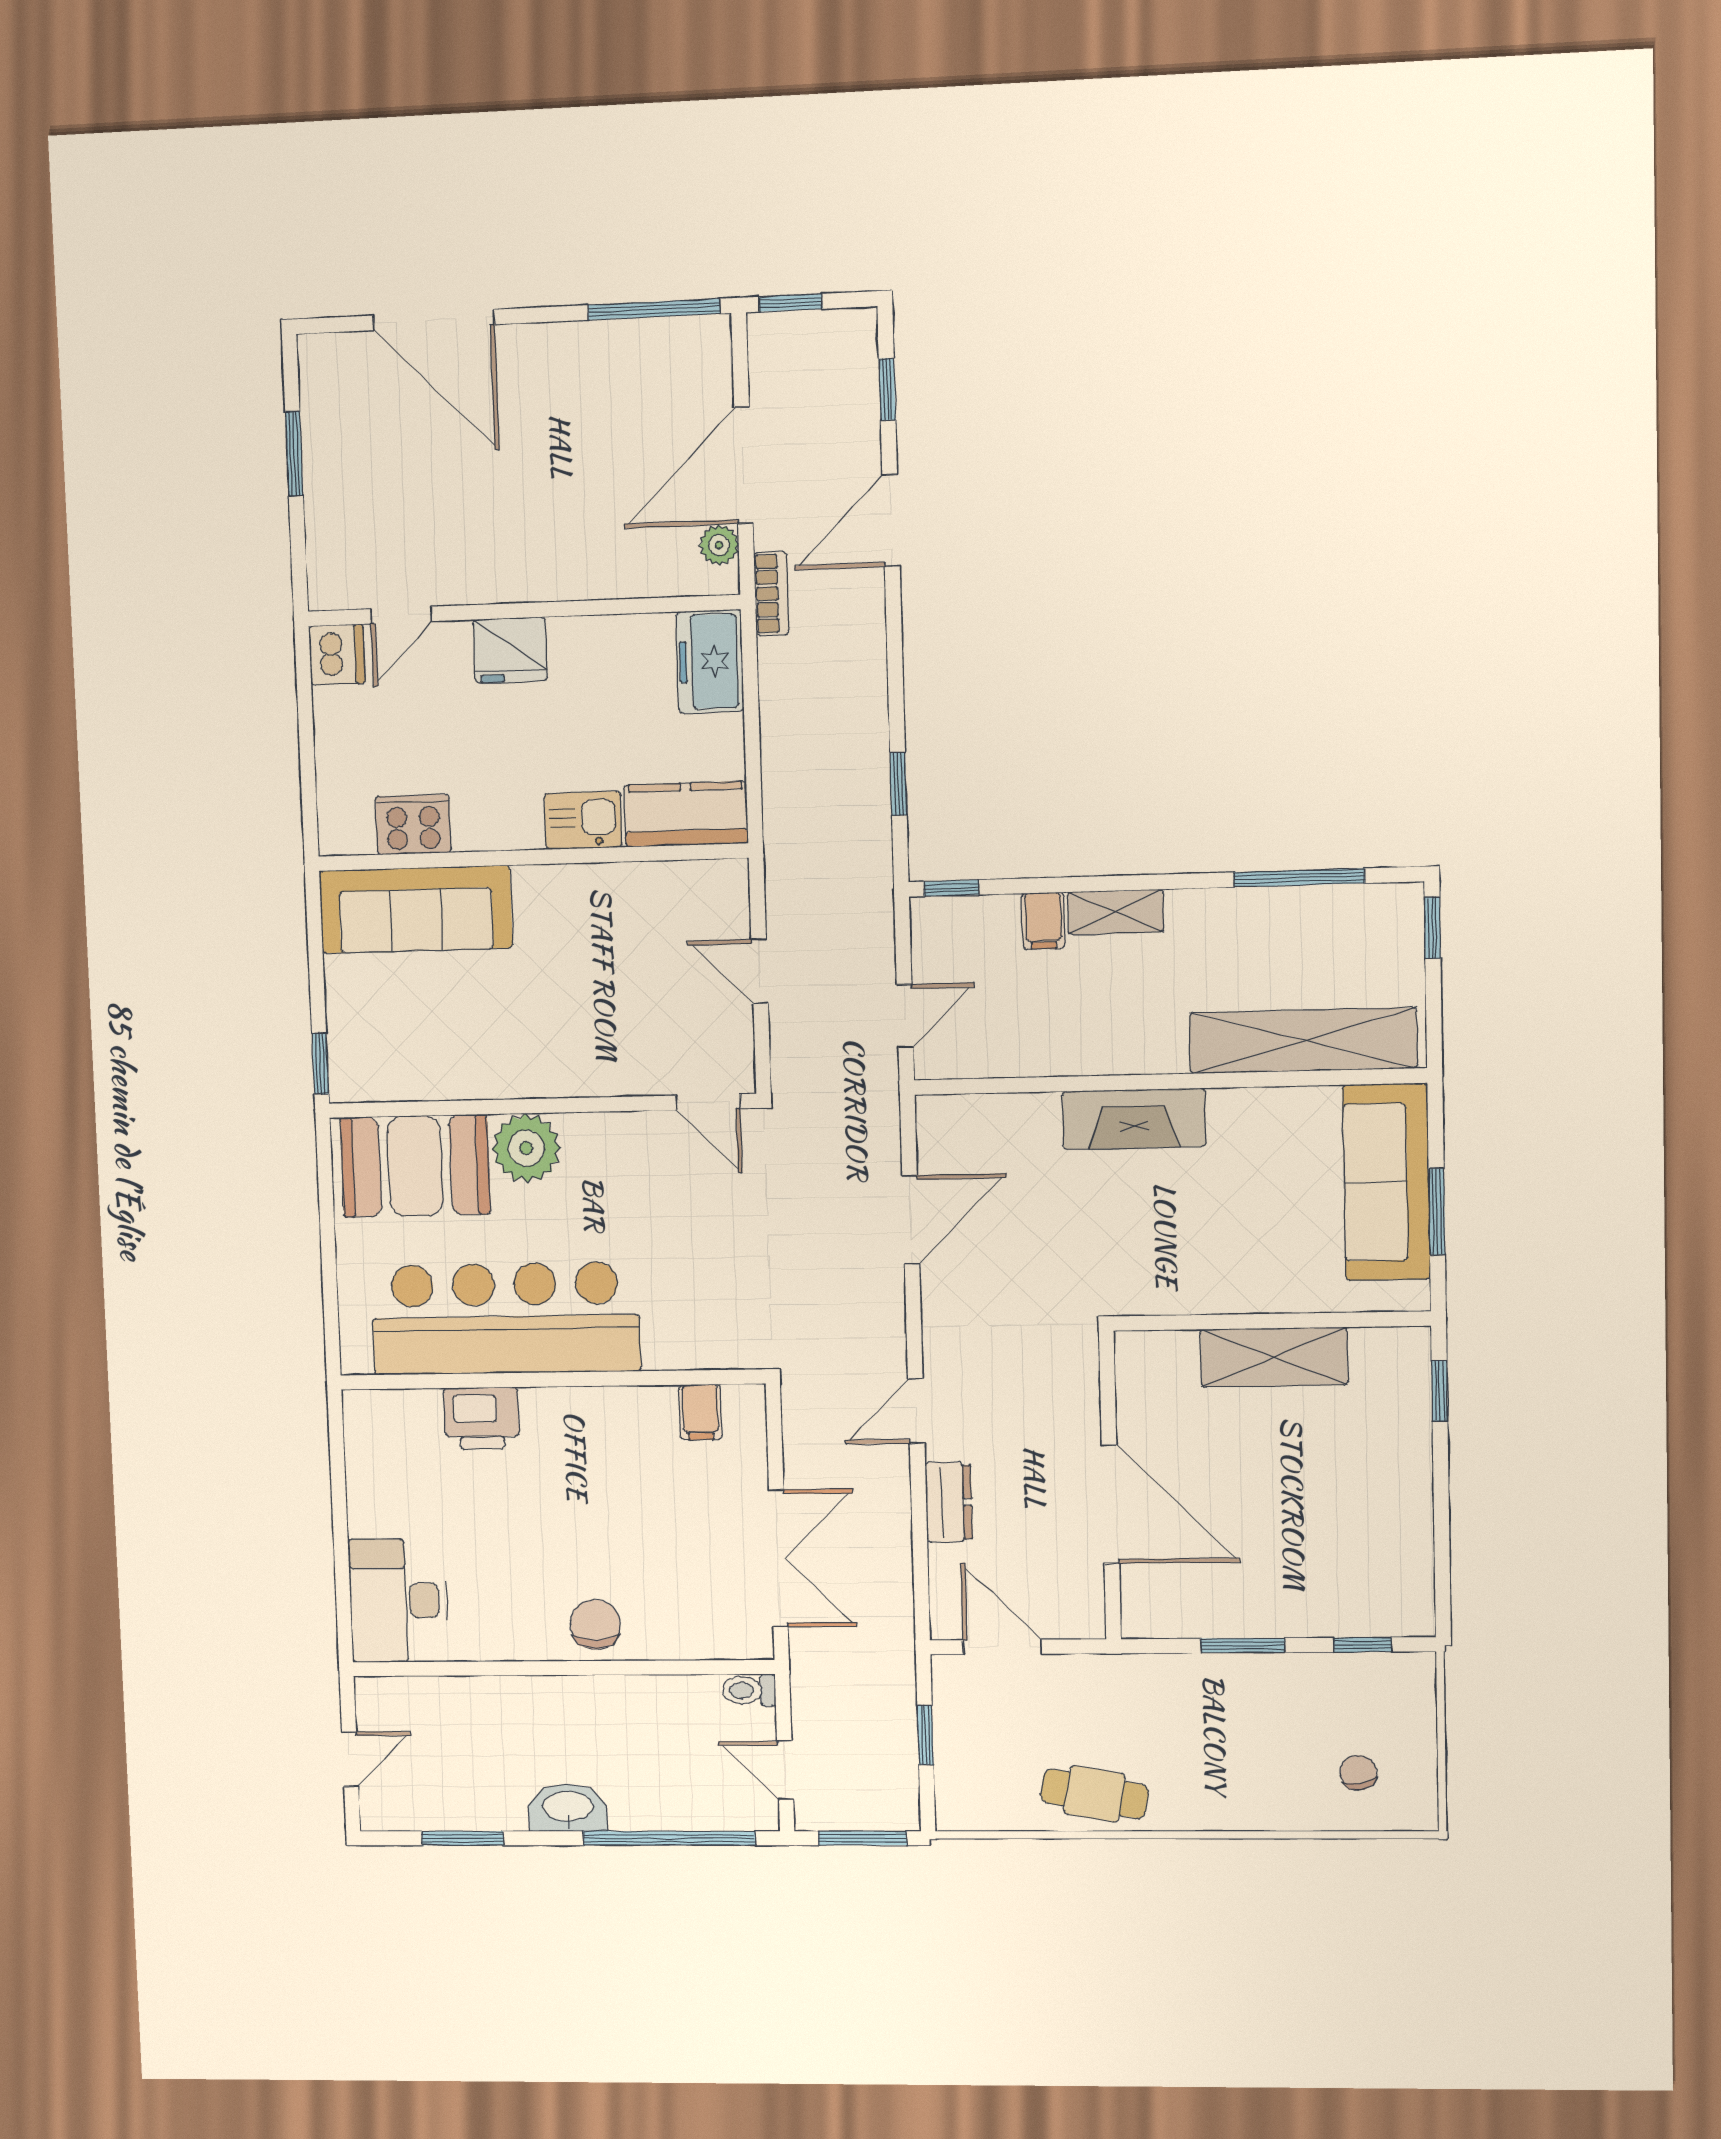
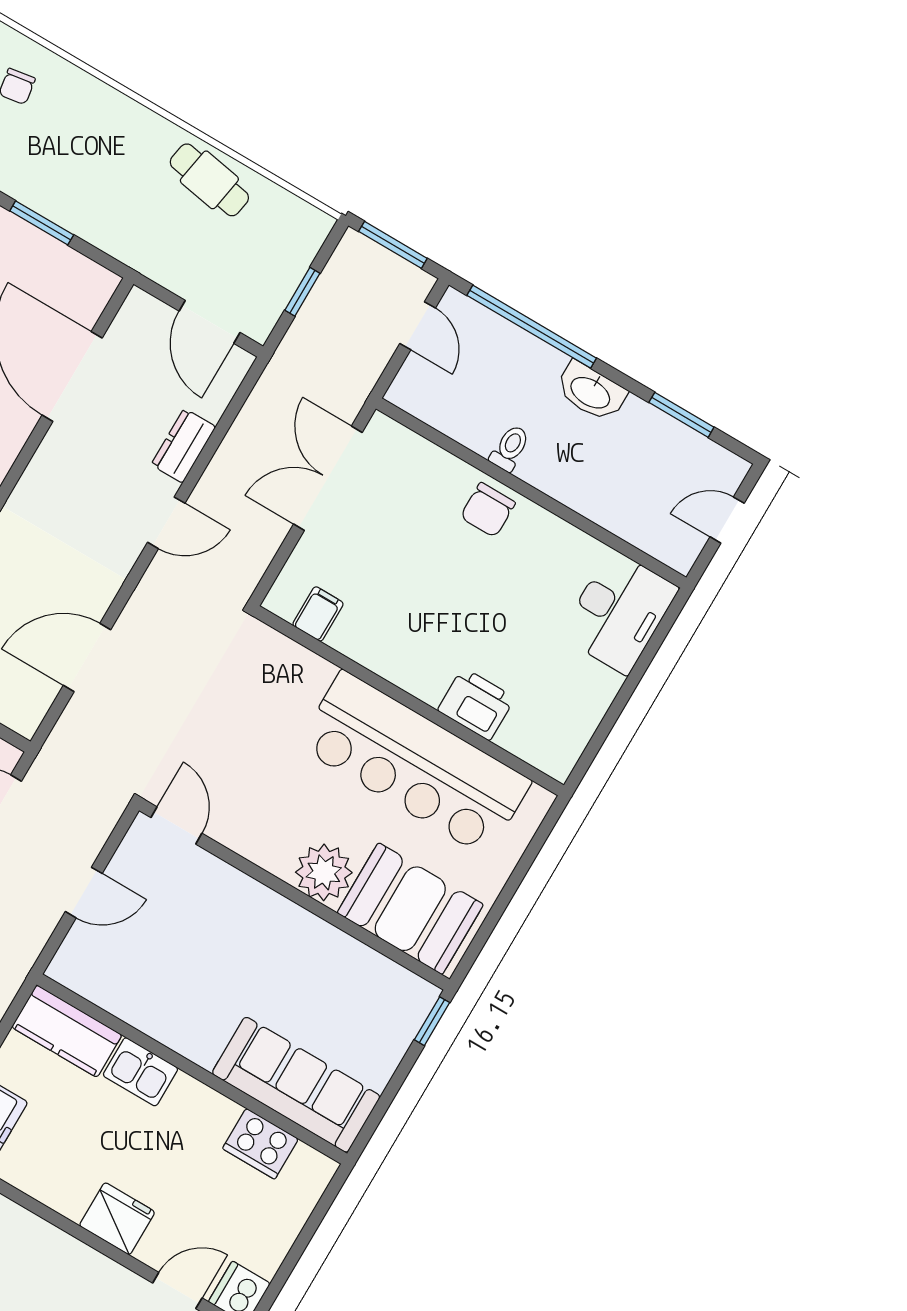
door: (760, 971) -> (84, 893), hinge flipped
toilet: (749, 1690) -> (510, 448), moved, turned -90

